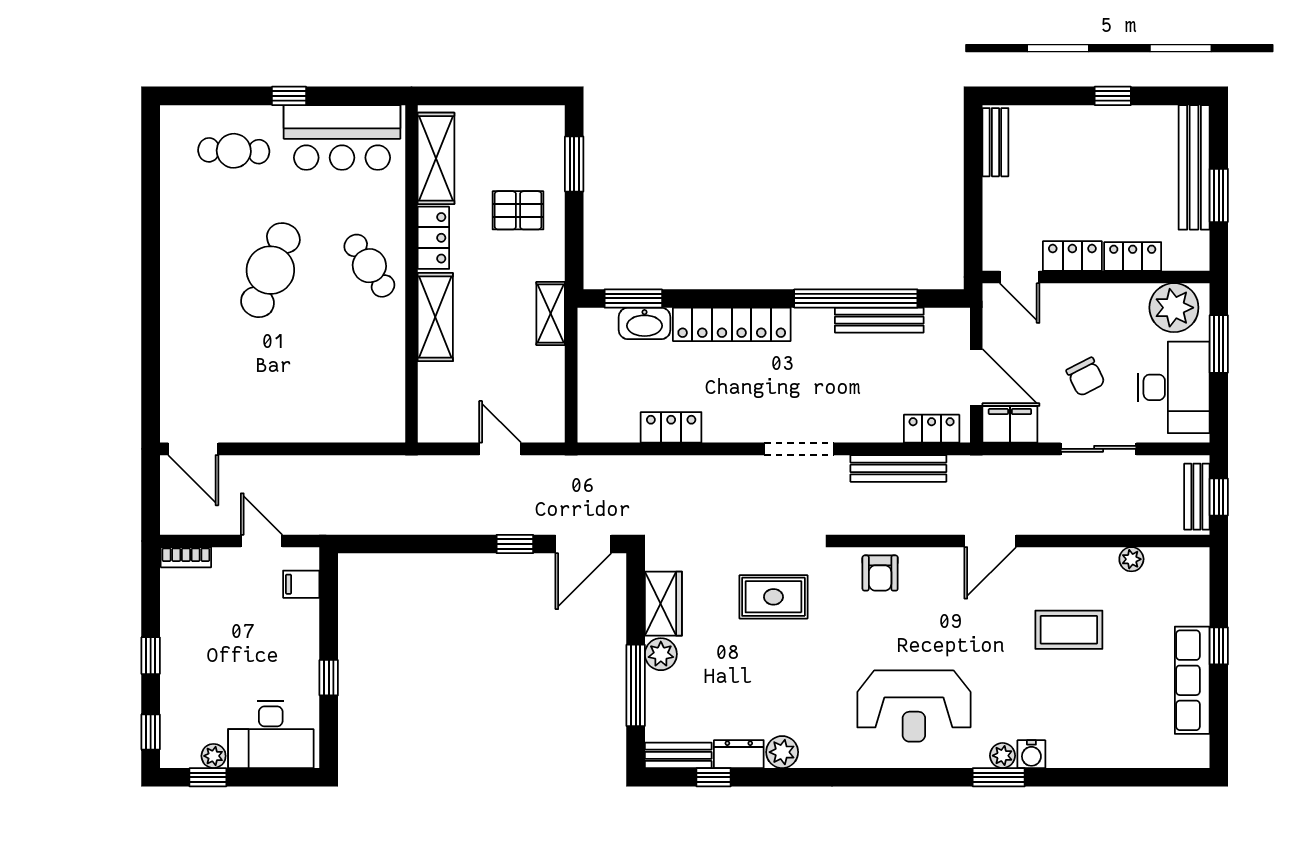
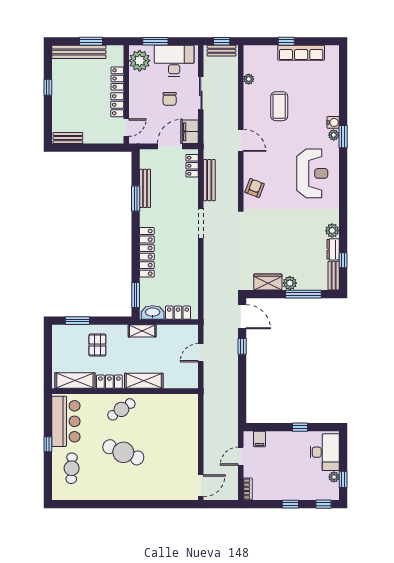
window: (856, 298) -> (136, 199), width x0.47
washbasin: (645, 323) -> (153, 312), moved, turned -90
chair: (1086, 377) -> (170, 99), turned 117
locker: (671, 427) -> (178, 313), moved, turned 90
armchair: (880, 573) -> (255, 188), turned -69
rug: (773, 597) -> (265, 234), removed

